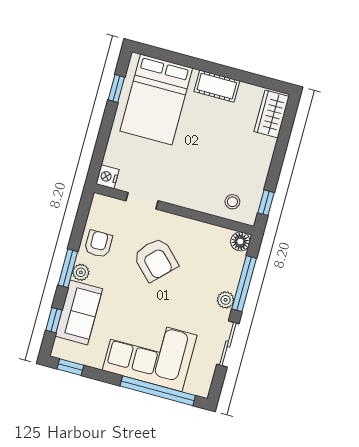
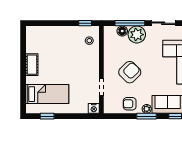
bed: (156, 100) -> (47, 94), width x0.67
wardrobe: (272, 114) -> (39, 33), removed
floor lamp: (240, 241) -> (122, 31), moved
plant: (226, 300) -> (137, 35), width x1.88, depth x1.88

